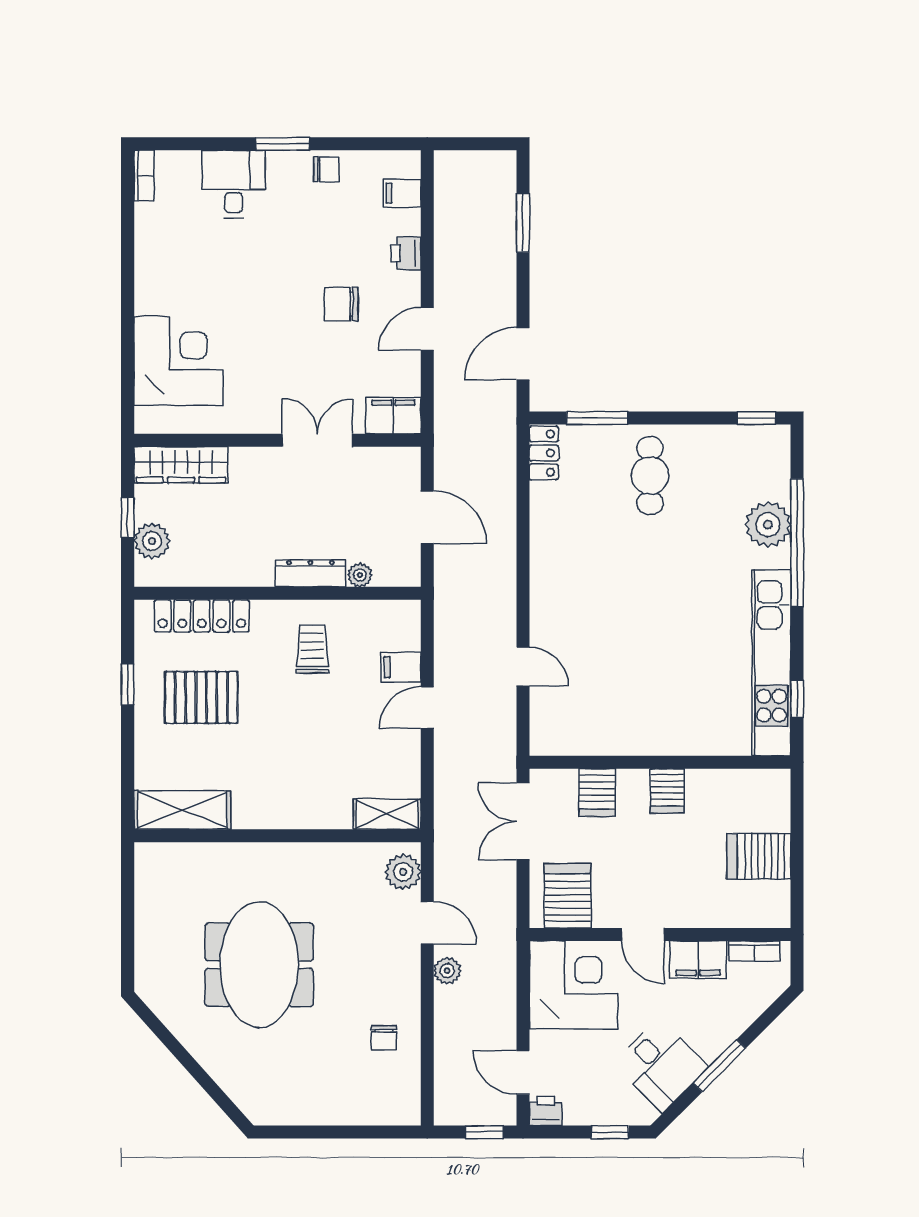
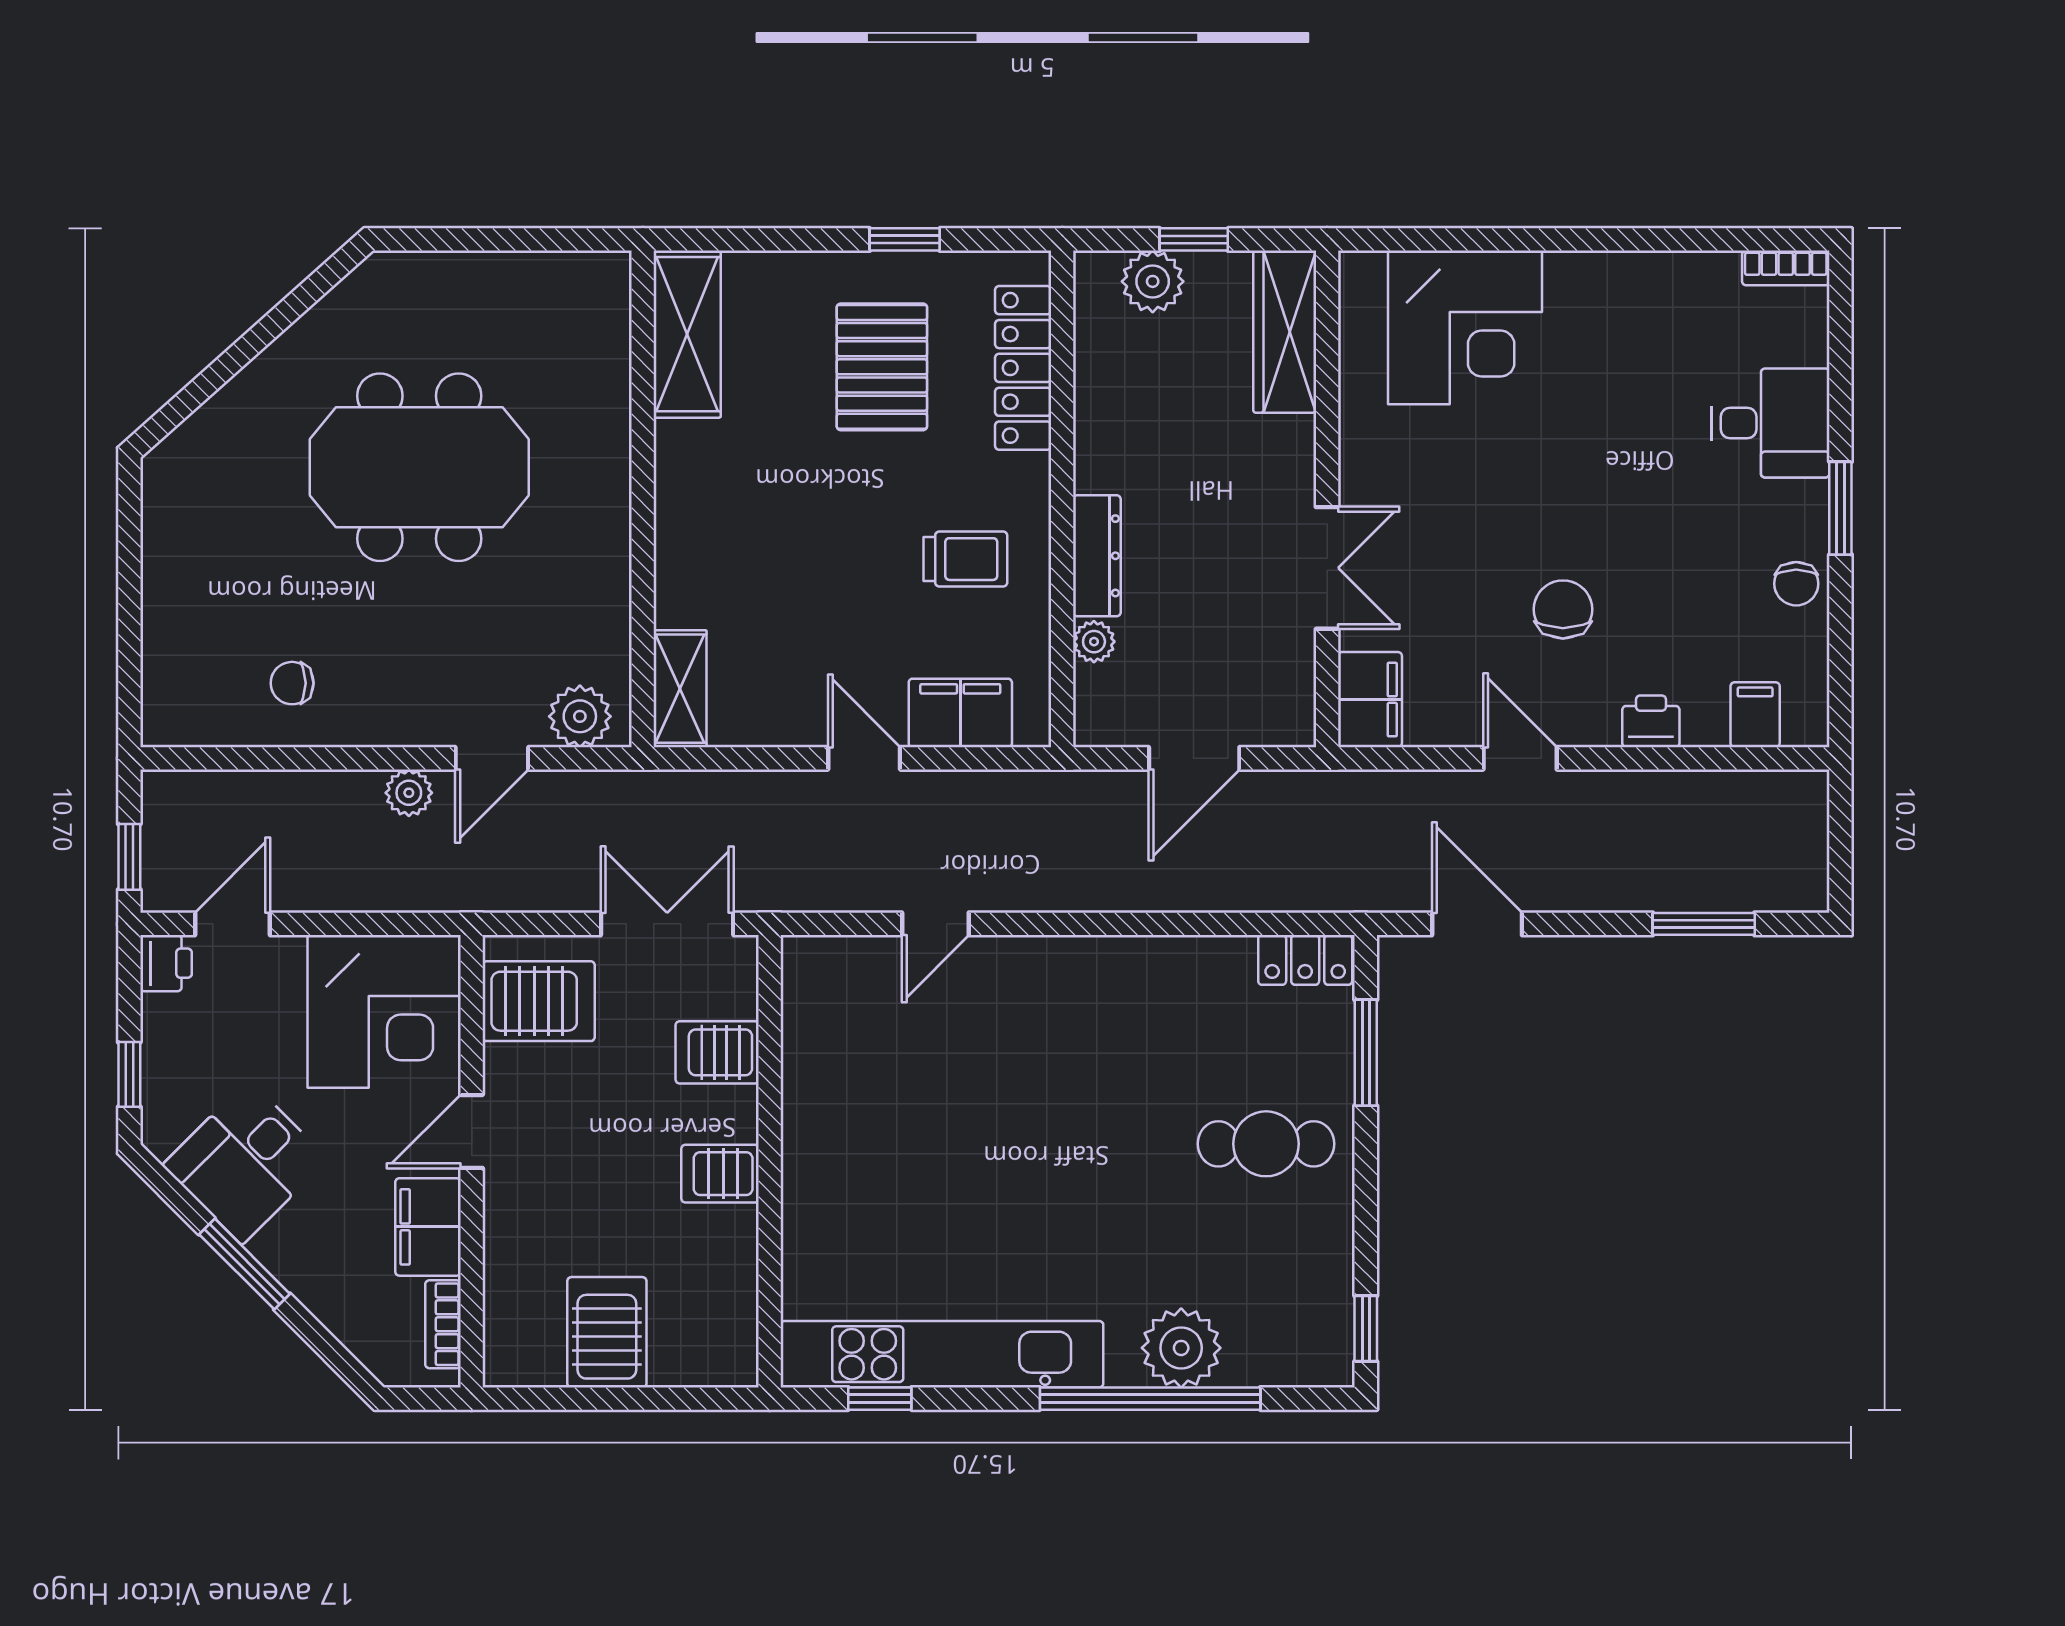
filing cabinet: (401, 667) -> (960, 713), width x2.00

